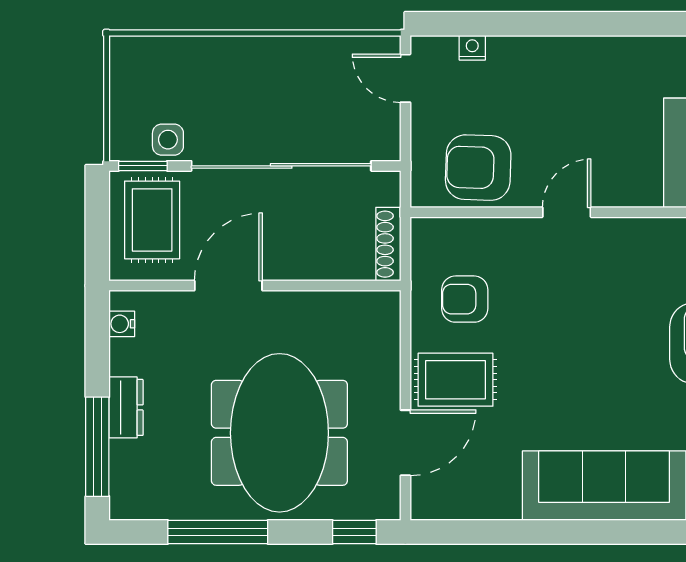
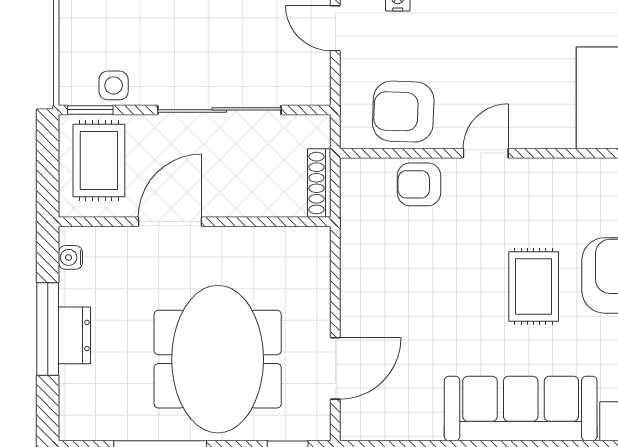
sliding door: (281, 166) -> (219, 110), width x0.73
armchair: (465, 299) -> (419, 184), moved
rug: (456, 380) -> (534, 287), moved, turned 90
window: (97, 447) -> (48, 329), moved

